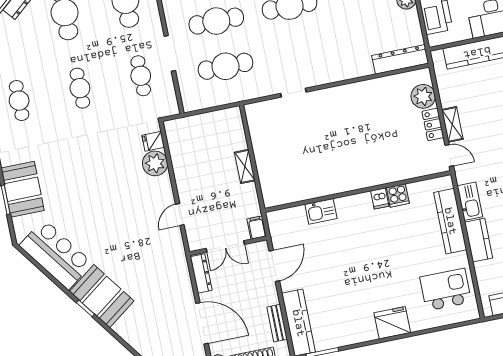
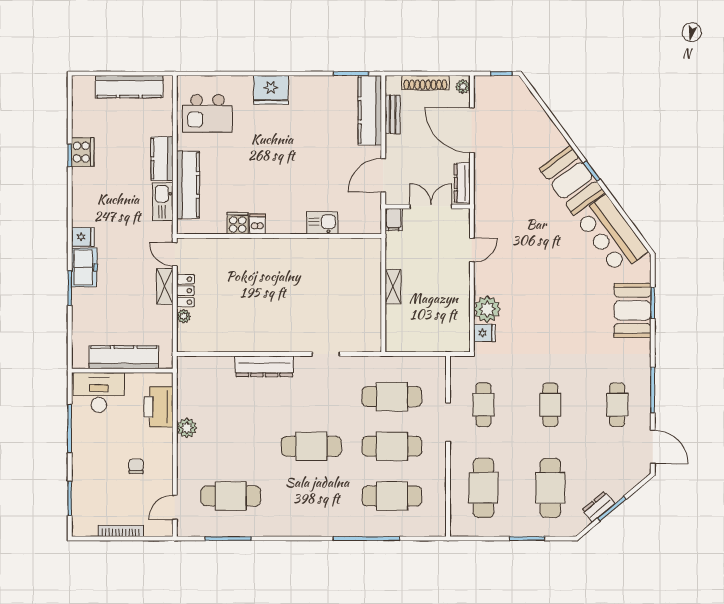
dresser: (400, 59) -> (264, 366), moved
plant: (423, 96) -> (184, 316), width x0.53, depth x0.53

